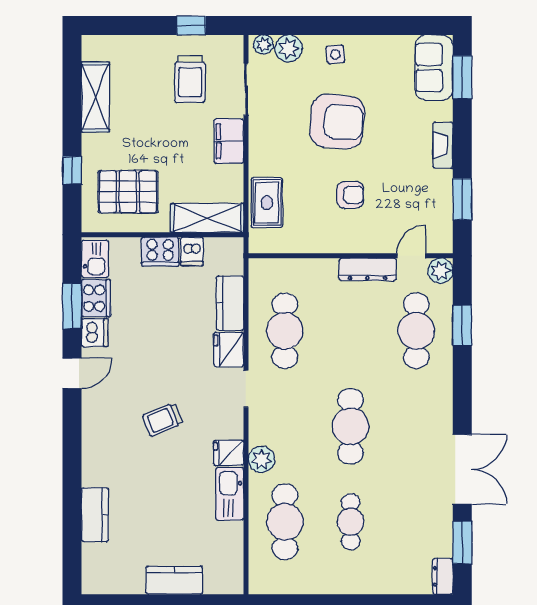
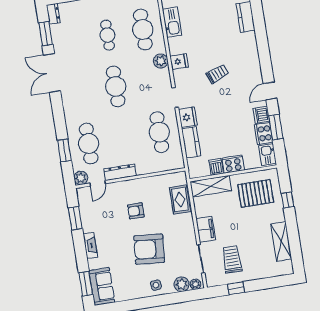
kitchen sink: (230, 494) -> (172, 22), moved

